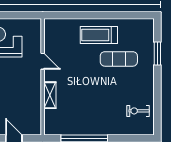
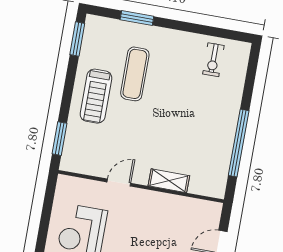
window: (65, 15) -> (59, 139), added
window: (136, 15) -> (77, 39), added

